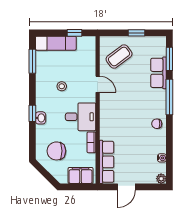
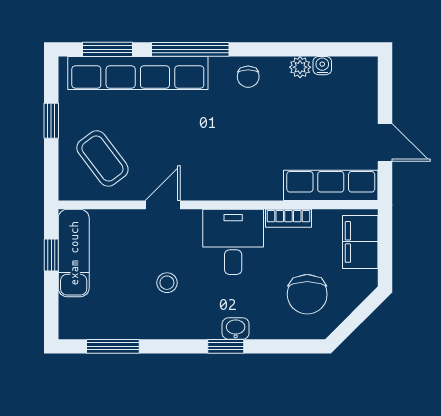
exam couch: (56, 43) -> (74, 253), moved
row of seats: (158, 73) -> (138, 73), width x2.02
plant: (161, 179) -> (300, 67), moved

